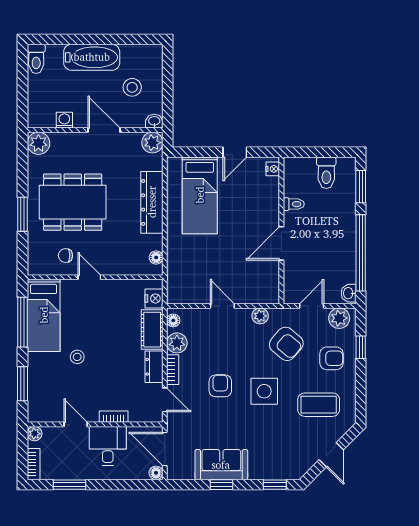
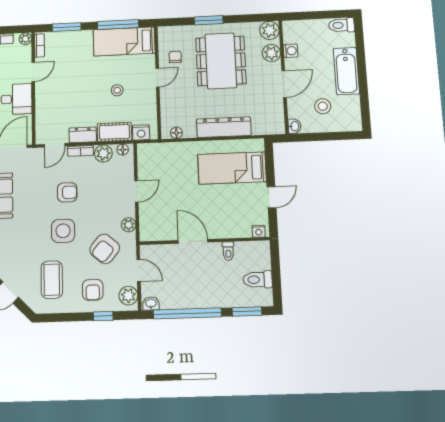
plant: (152, 143) -> (271, 53), moved
door: (235, 152) -> (272, 197), swing flipped
stool: (77, 357) -> (117, 90), moved
bookcase: (114, 417) -> (39, 45), moved

